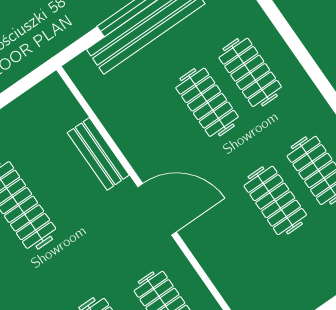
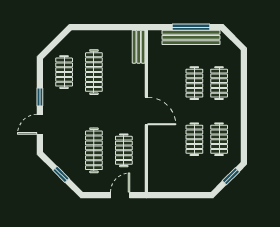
bench: (98, 154) -> (139, 47), moved

